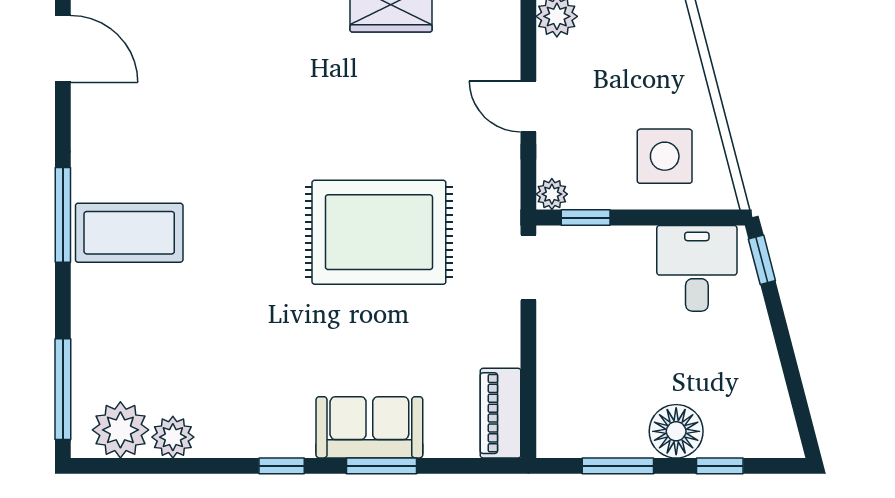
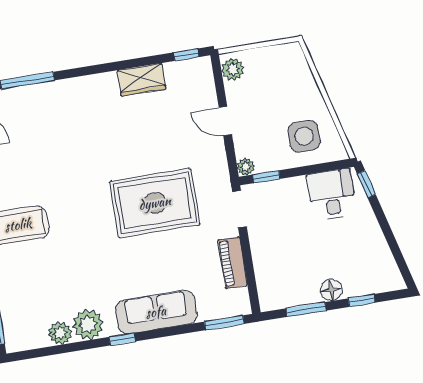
piano: (501, 413) -> (233, 263), moved
sofa: (369, 427) -> (156, 312), width x1.36
plant: (120, 430) -> (88, 325), moved
floor lamp: (676, 431) -> (331, 290), width x0.73, depth x0.73
window: (382, 466) -> (224, 323), moved

